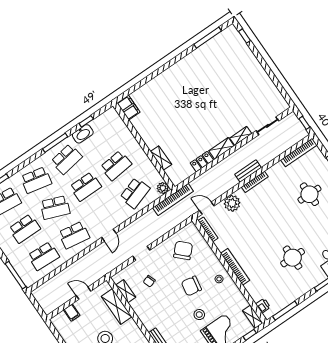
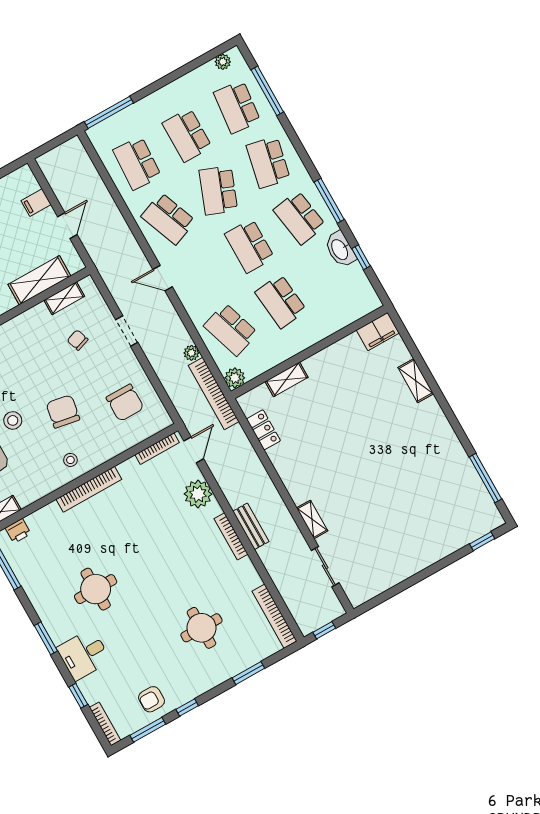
shelving: (221, 148) -> (416, 381), moved
locker: (202, 162) -> (263, 430), moved
plant: (151, 215) -> (191, 353), added
school desk: (74, 235) -> (168, 219), turned -30
chair: (183, 250) -> (125, 403), turned 45

